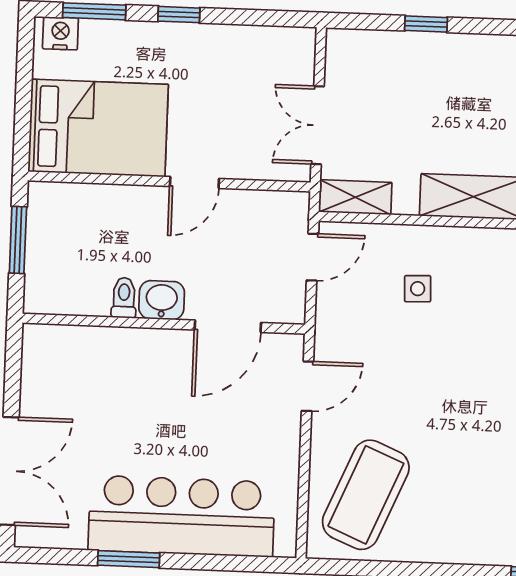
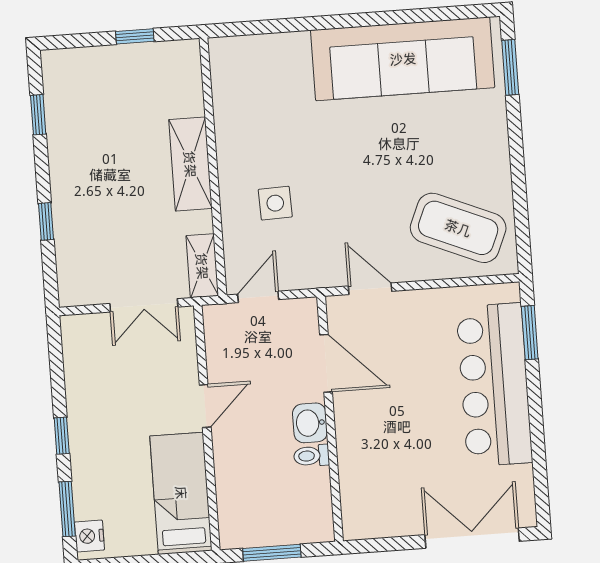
bed: (98, 128) -> (181, 493), width x0.67
door: (194, 182) -> (205, 406), hinge flipped
door: (312, 257) -> (258, 297), hinge flipped
side table: (418, 289) -> (275, 203), width x1.37, depth x1.37
window: (129, 559) -> (530, 333), moved

